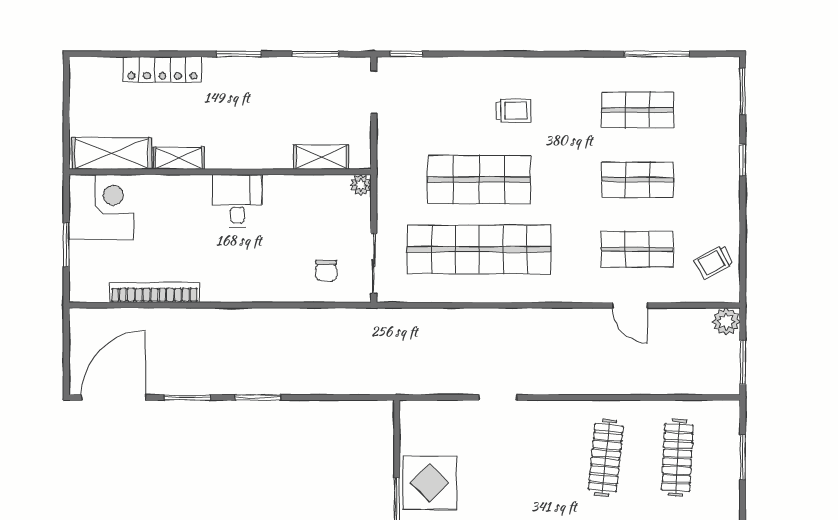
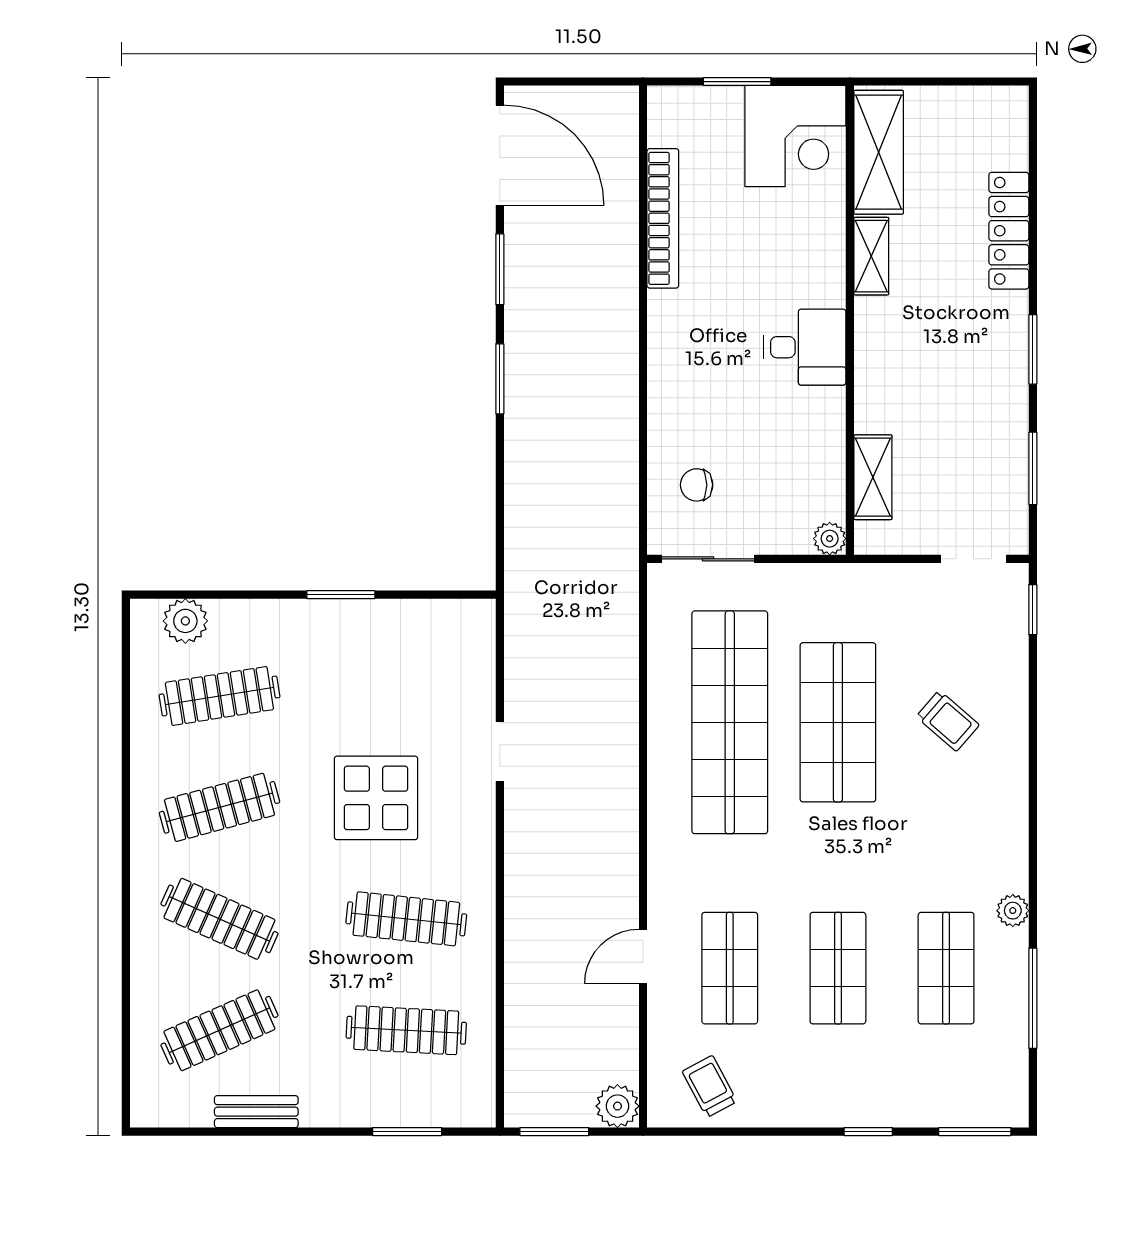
plant: (600, 67) -> (1013, 911), added
trolley: (513, 111) -> (948, 721), moved, turned -49
display table: (430, 483) -> (376, 798), moved

